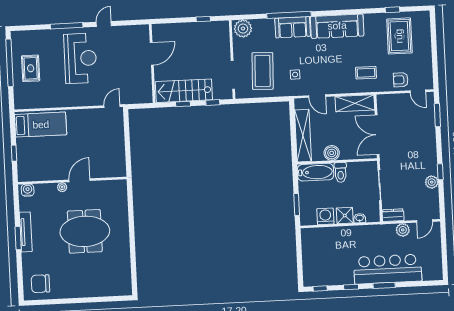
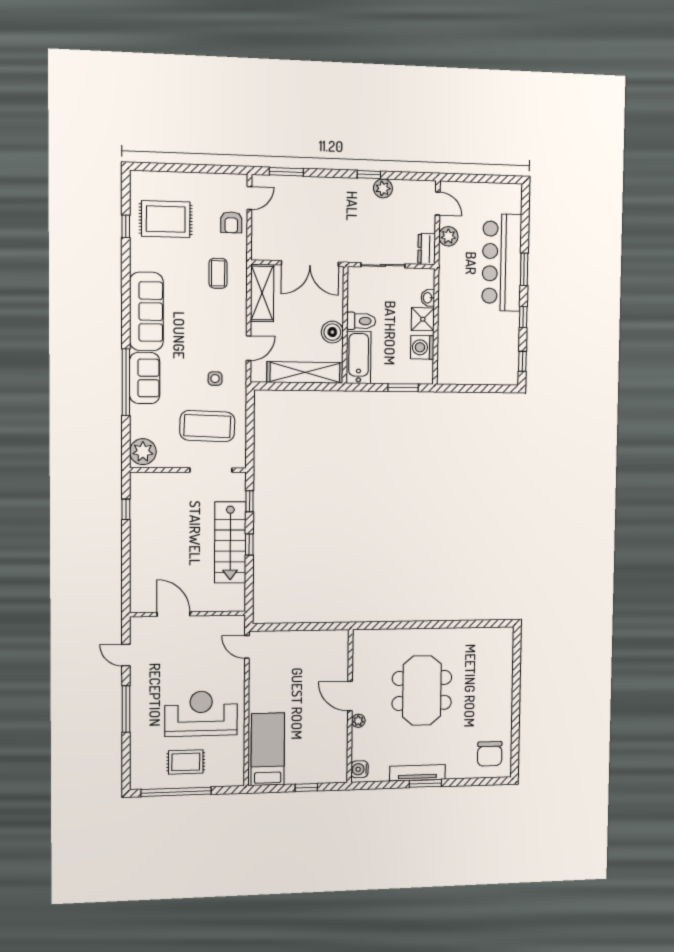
door: (152, 54) -> (174, 614), moved
reception desk: (80, 58) -> (201, 714), moved
wall: (152, 63) -> (188, 614), moved

